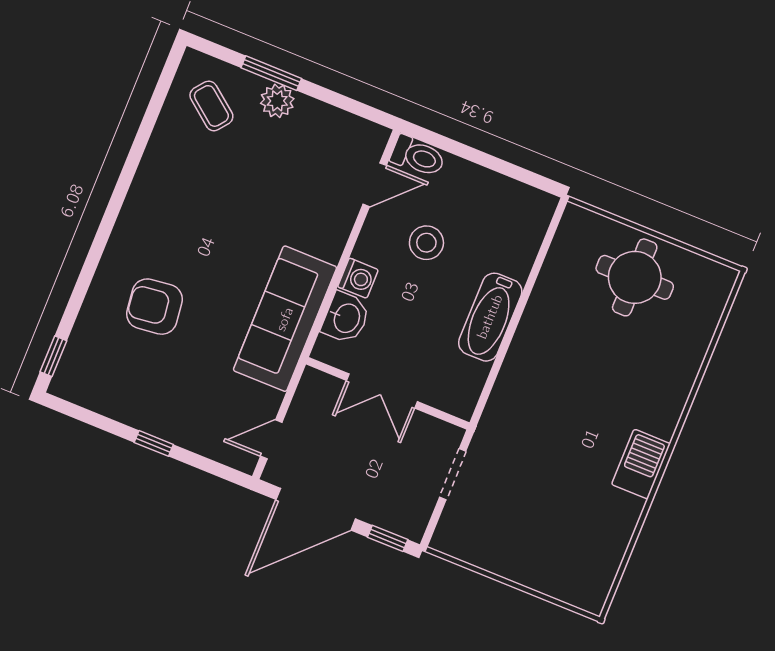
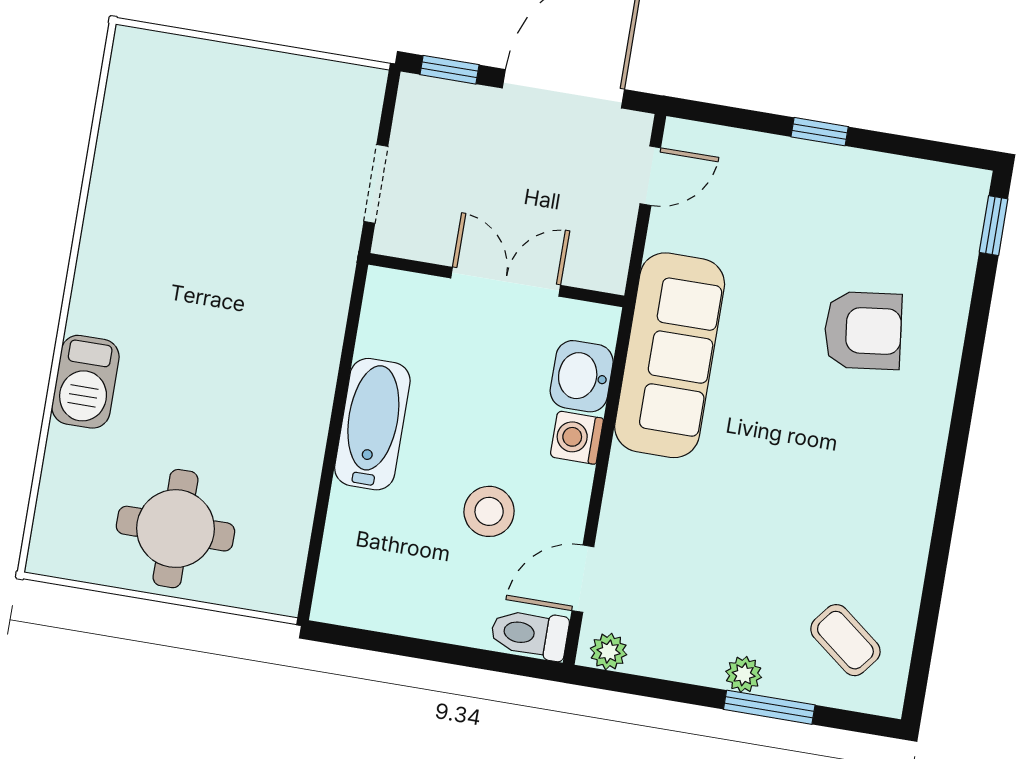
plant: (277, 101) -> (744, 674), width x0.73, depth x0.73
plant: (369, 133) -> (609, 652), added
barbecue: (641, 464) -> (85, 382), moved

